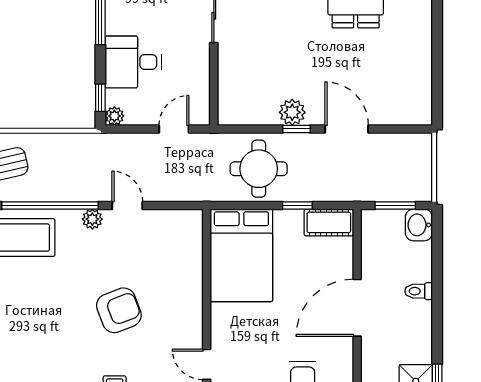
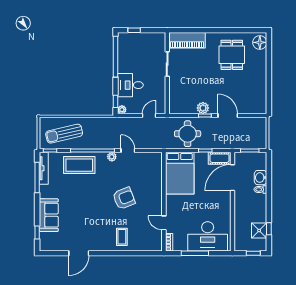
washbasin: (419, 225) -> (261, 178), moved
door: (357, 308) -> (232, 178), moved

